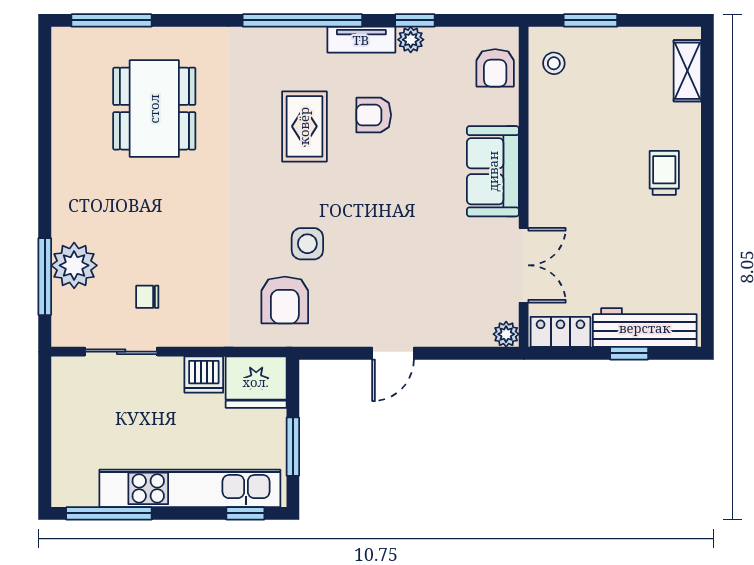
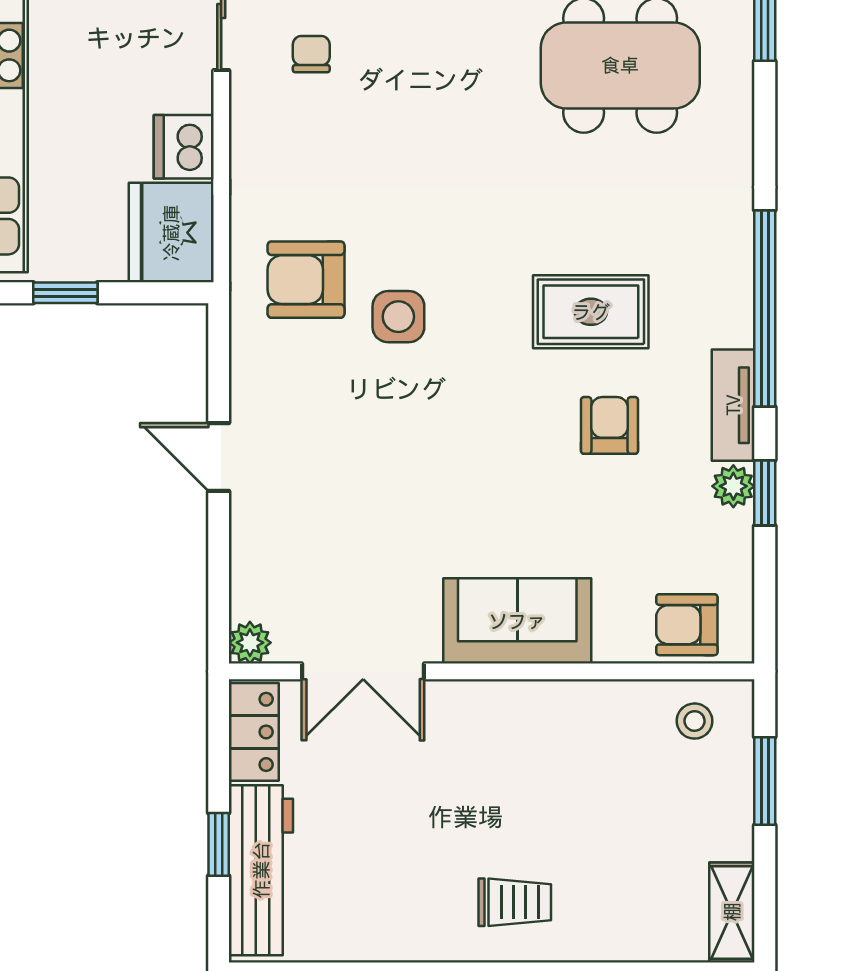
shelving: (687, 71) -> (732, 912), moved, turned 90
window: (293, 447) -> (65, 293), width x0.67

